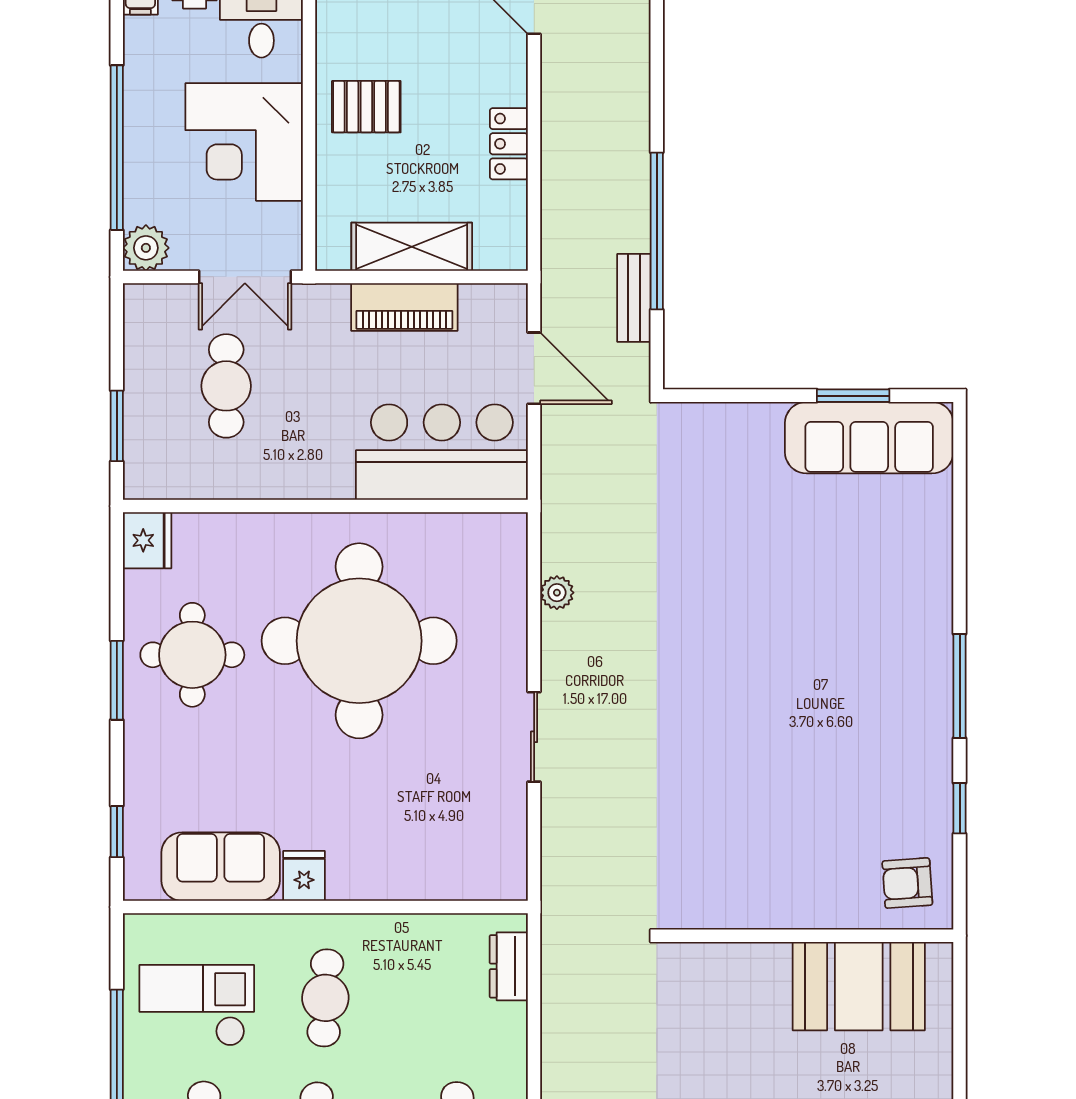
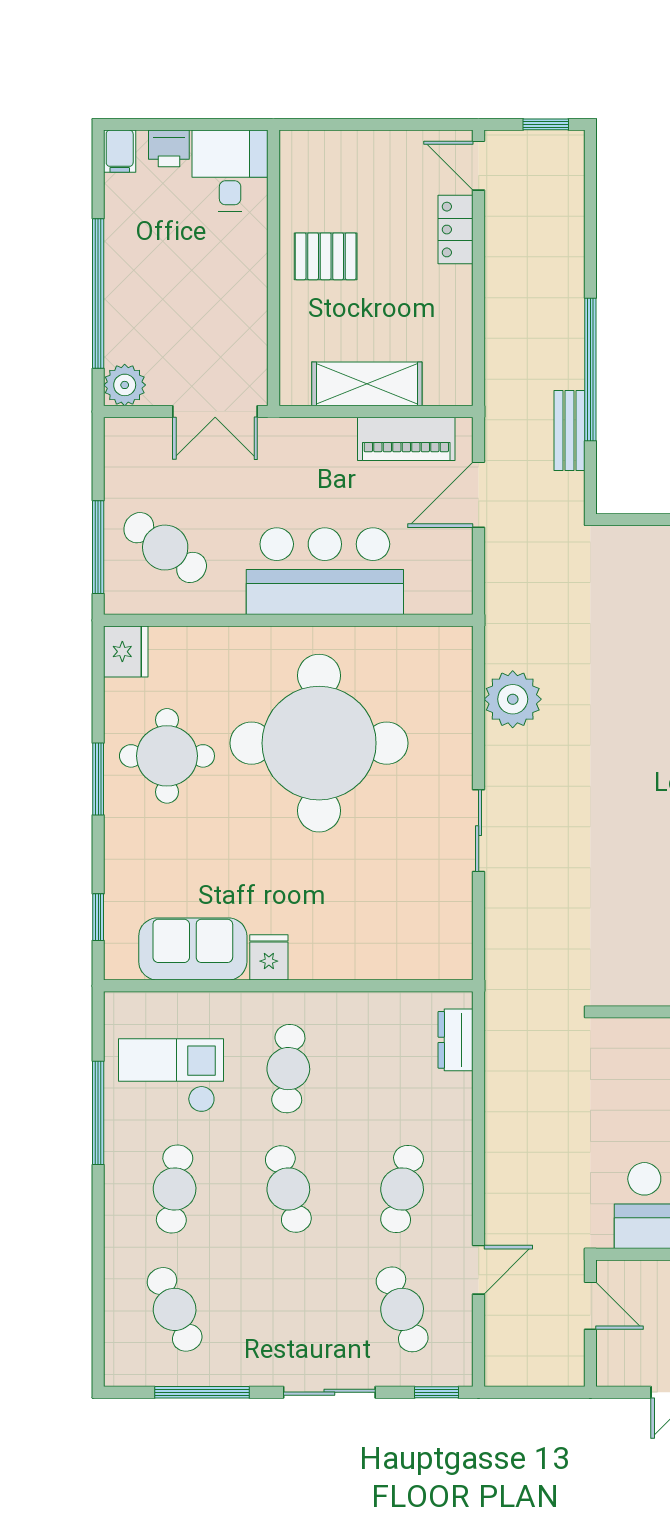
corner desk: (244, 142) -> (214, 288), removed
locker: (509, 144) -> (456, 230), moved
piano: (404, 307) -> (406, 439), moved
door: (534, 368) -> (479, 495), swing flipped
cafe table: (226, 386) -> (165, 548), moved, turned -53
window: (117, 426) -> (98, 547), width x1.44
bar counter: (442, 452) -> (325, 571), moved
plant: (557, 593) -> (513, 699), width x1.87, depth x1.87

